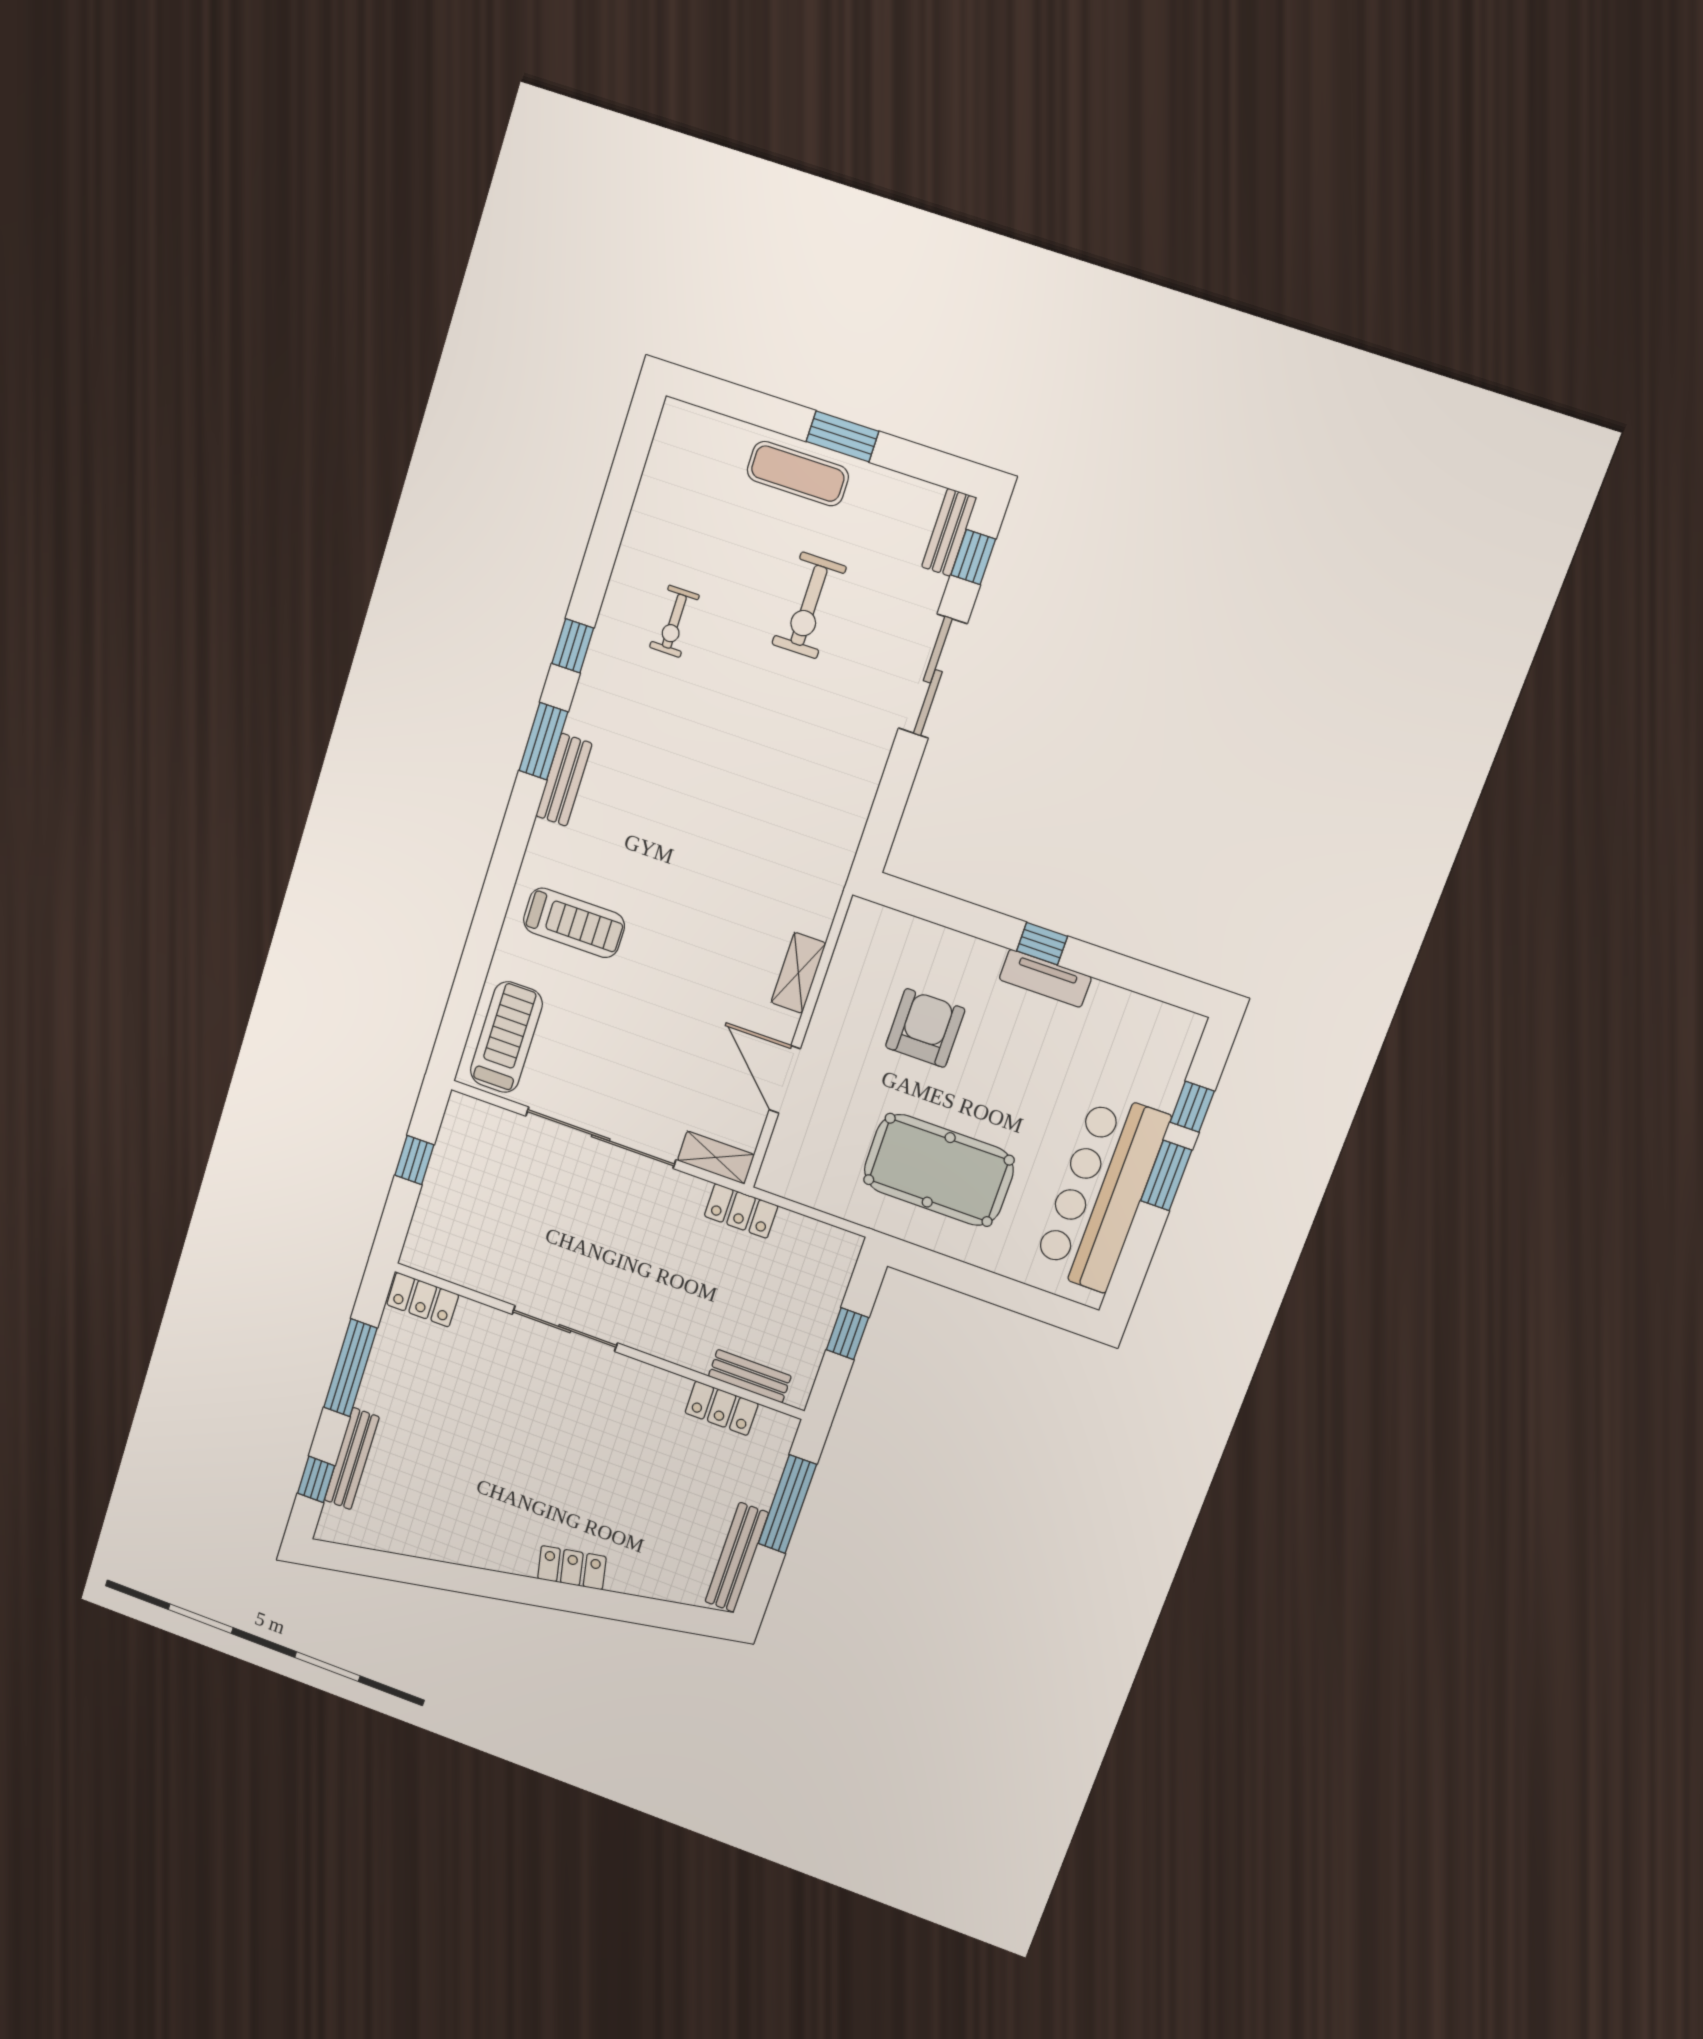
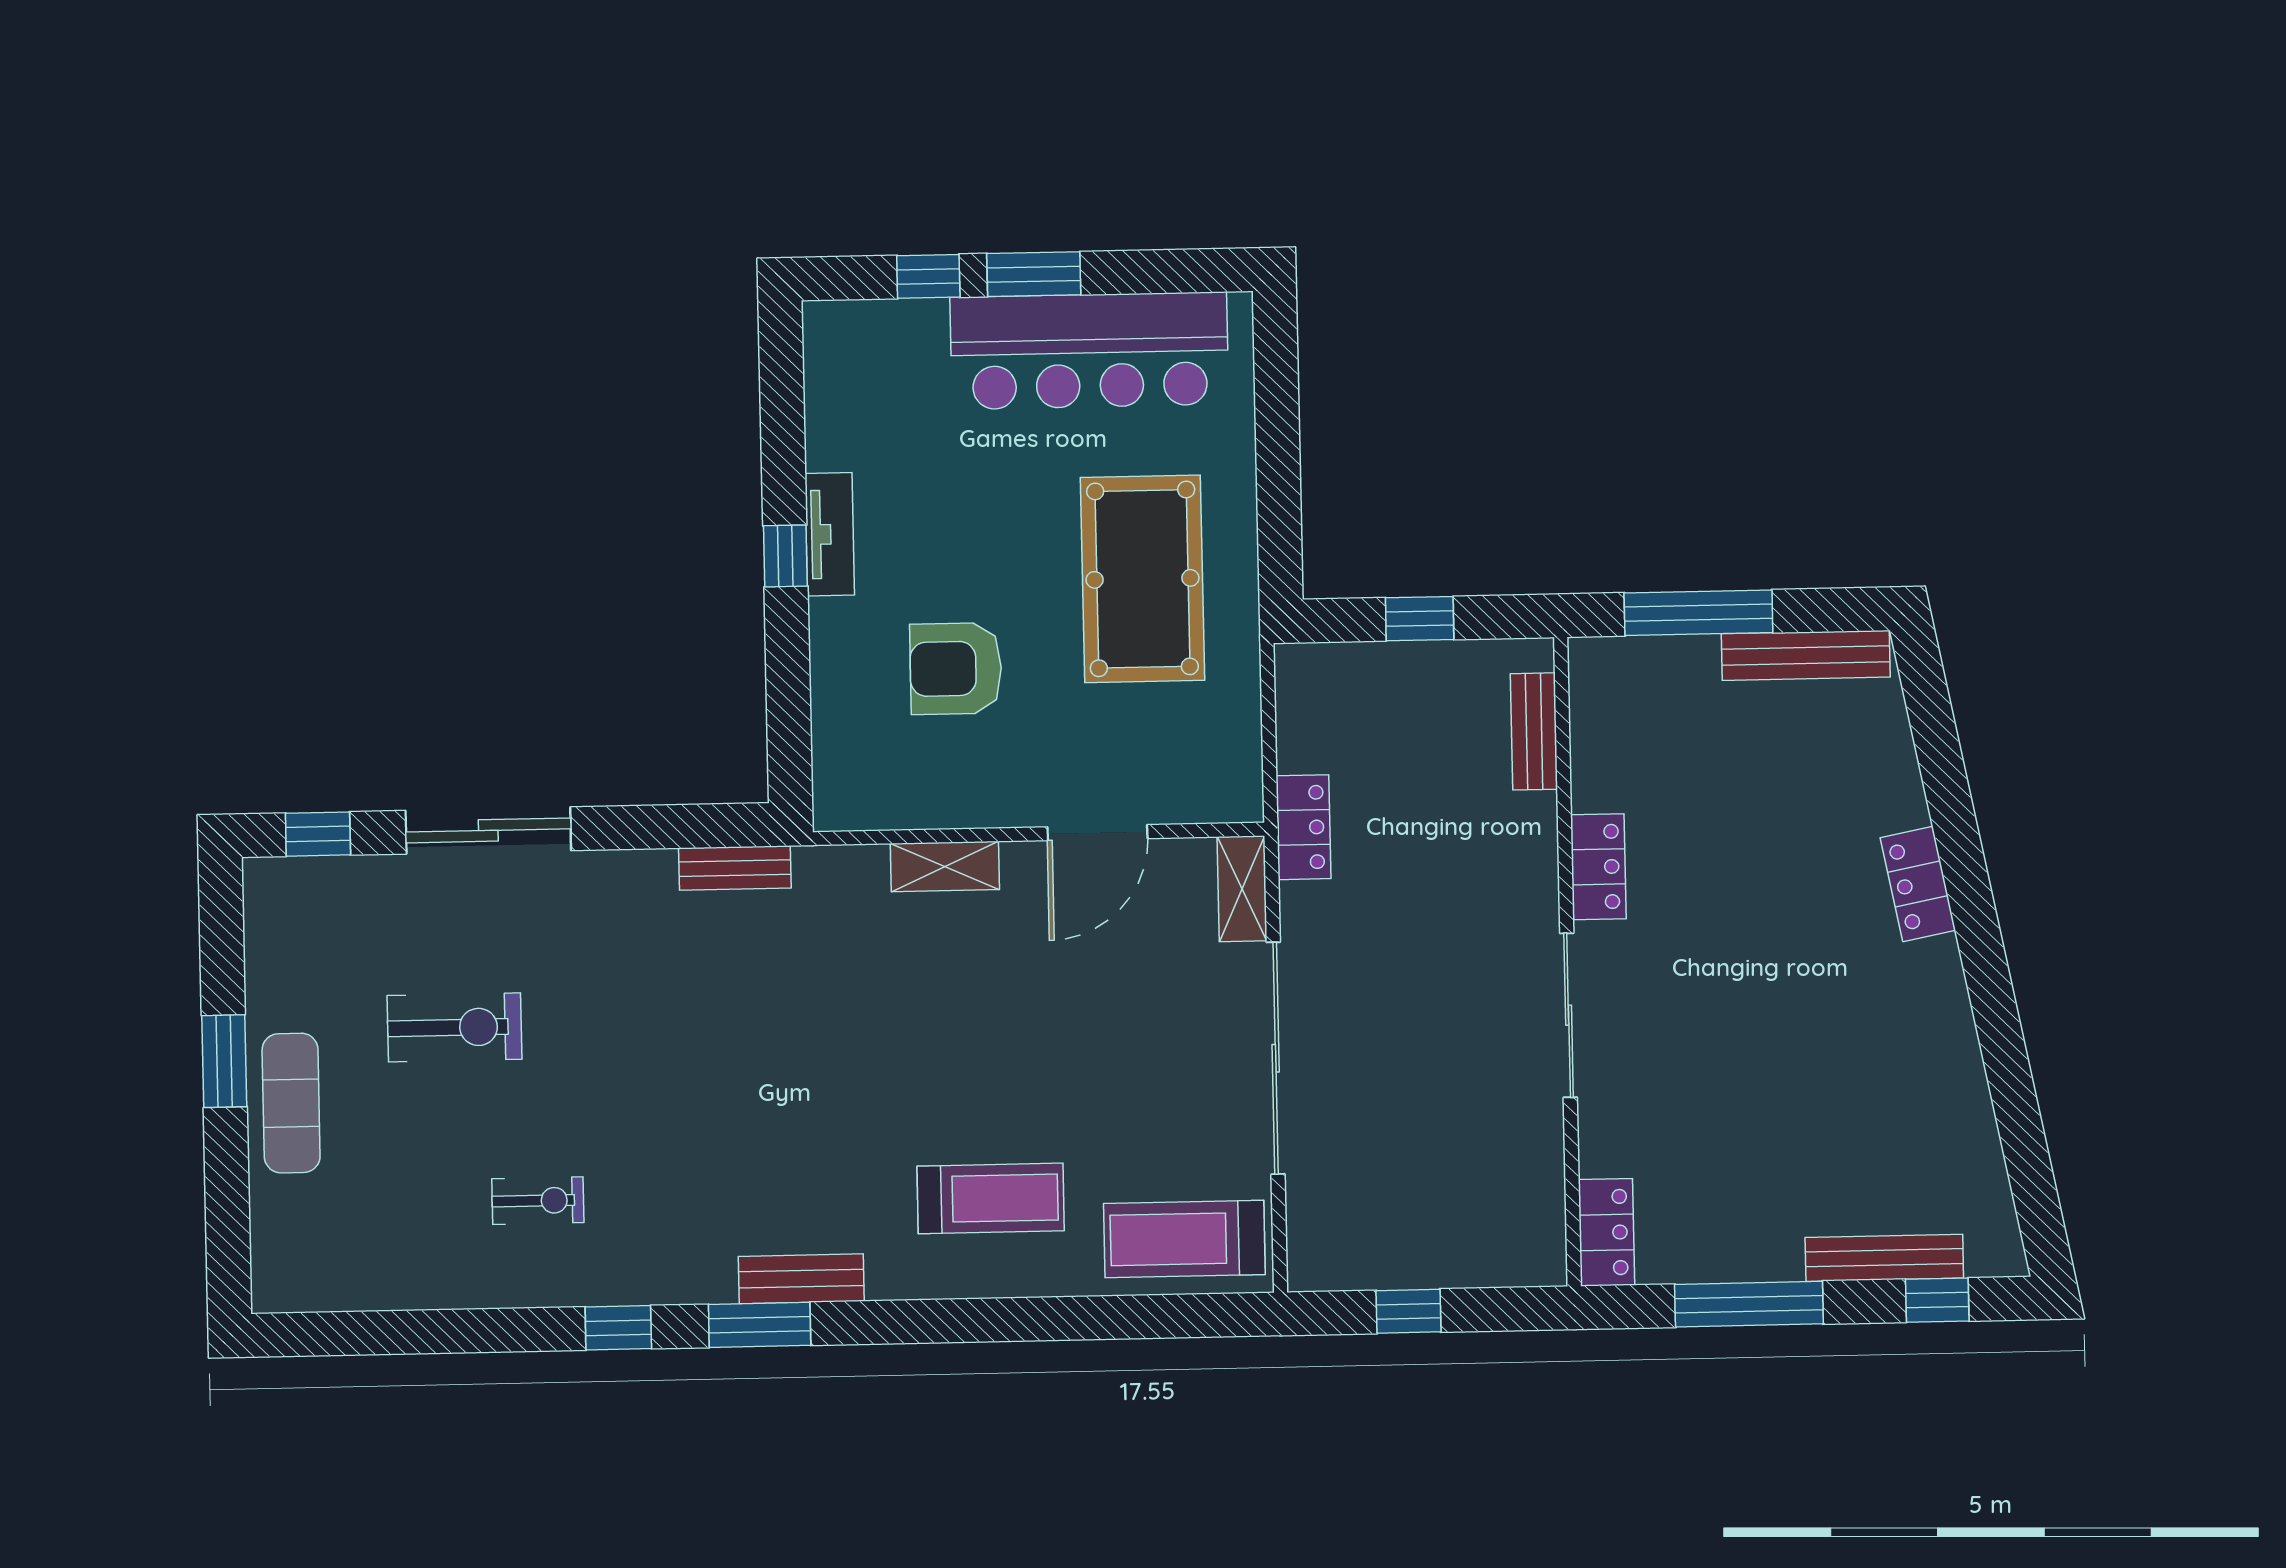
bench: (949, 532) -> (735, 868), moved
treadmill: (574, 923) -> (991, 1198), turned 90
locker: (722, 1408) -> (1598, 867), moved

